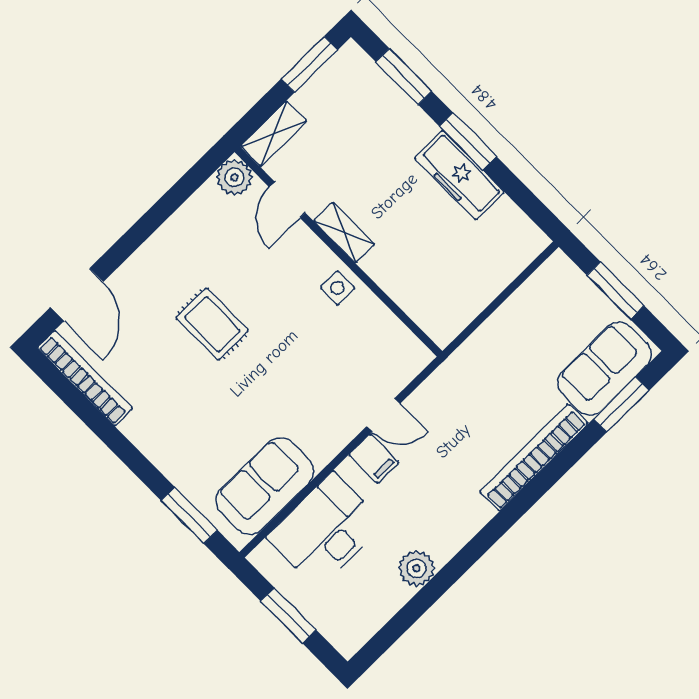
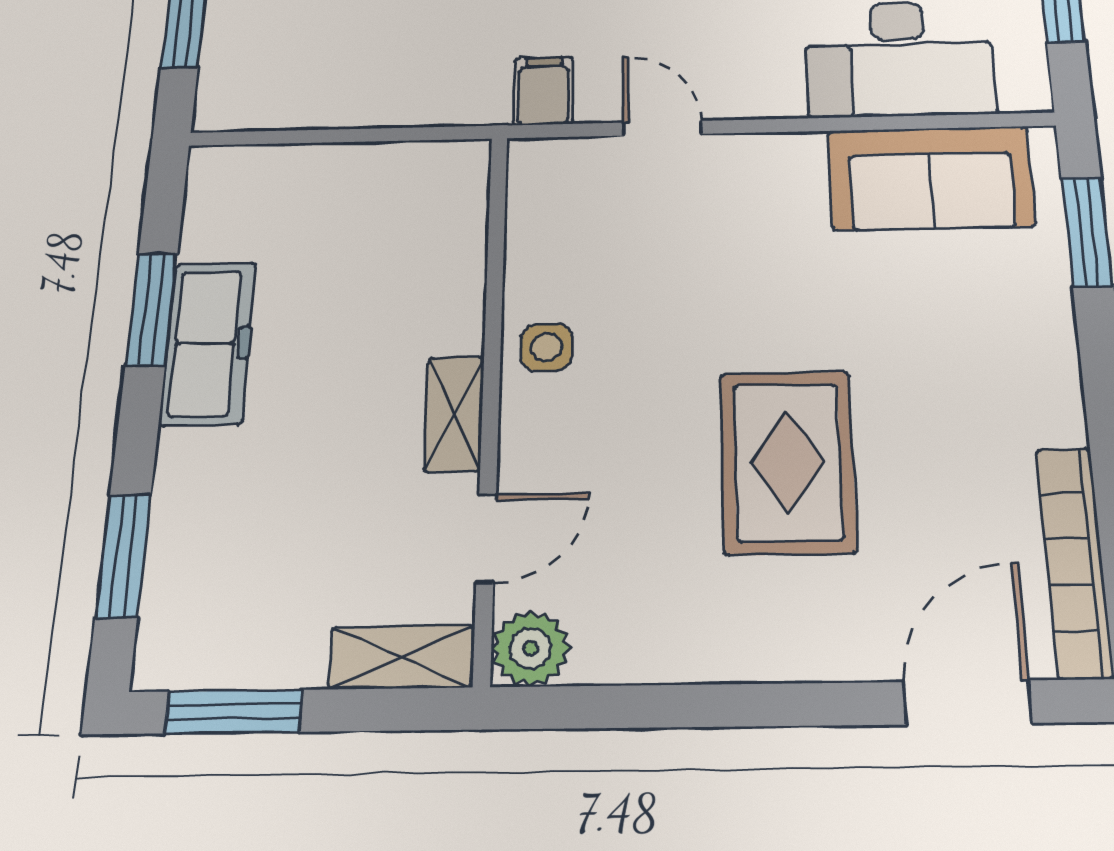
window: (468, 141) -> (152, 309), moved
rug: (212, 324) -> (788, 462), width x1.36, depth x1.43
filing cabinet: (374, 459) -> (543, 91), moved

